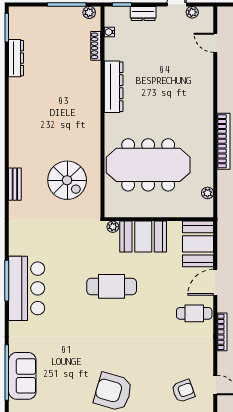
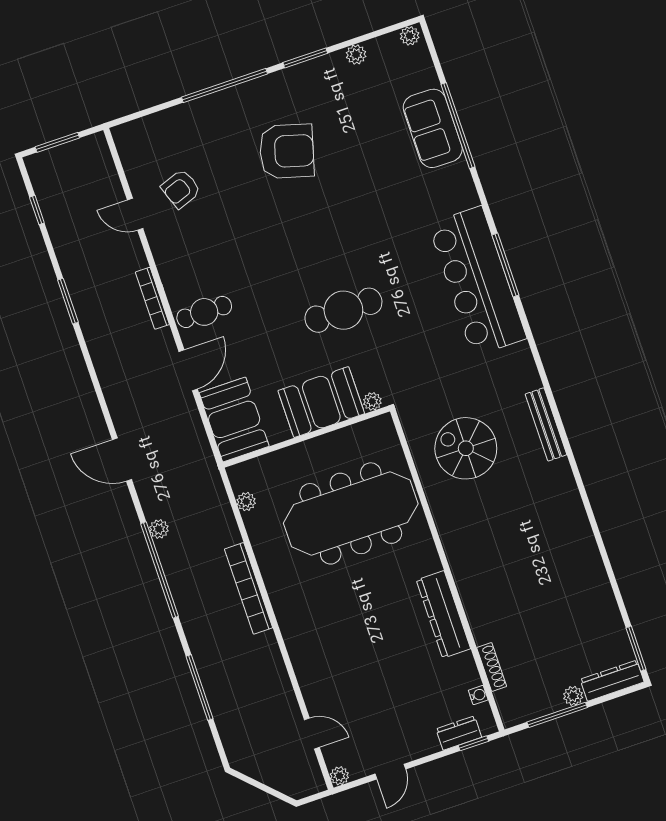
plant: (89, 12) -> (573, 696), moved
plant: (192, 12) -> (339, 776), moved
dresser: (143, 13) -> (459, 733), moved
dresser: (16, 58) -> (612, 681), moved, turned 90
bench: (15, 184) -> (546, 424), width x1.36
bar counter: (27, 288) -> (477, 281), width x1.36

